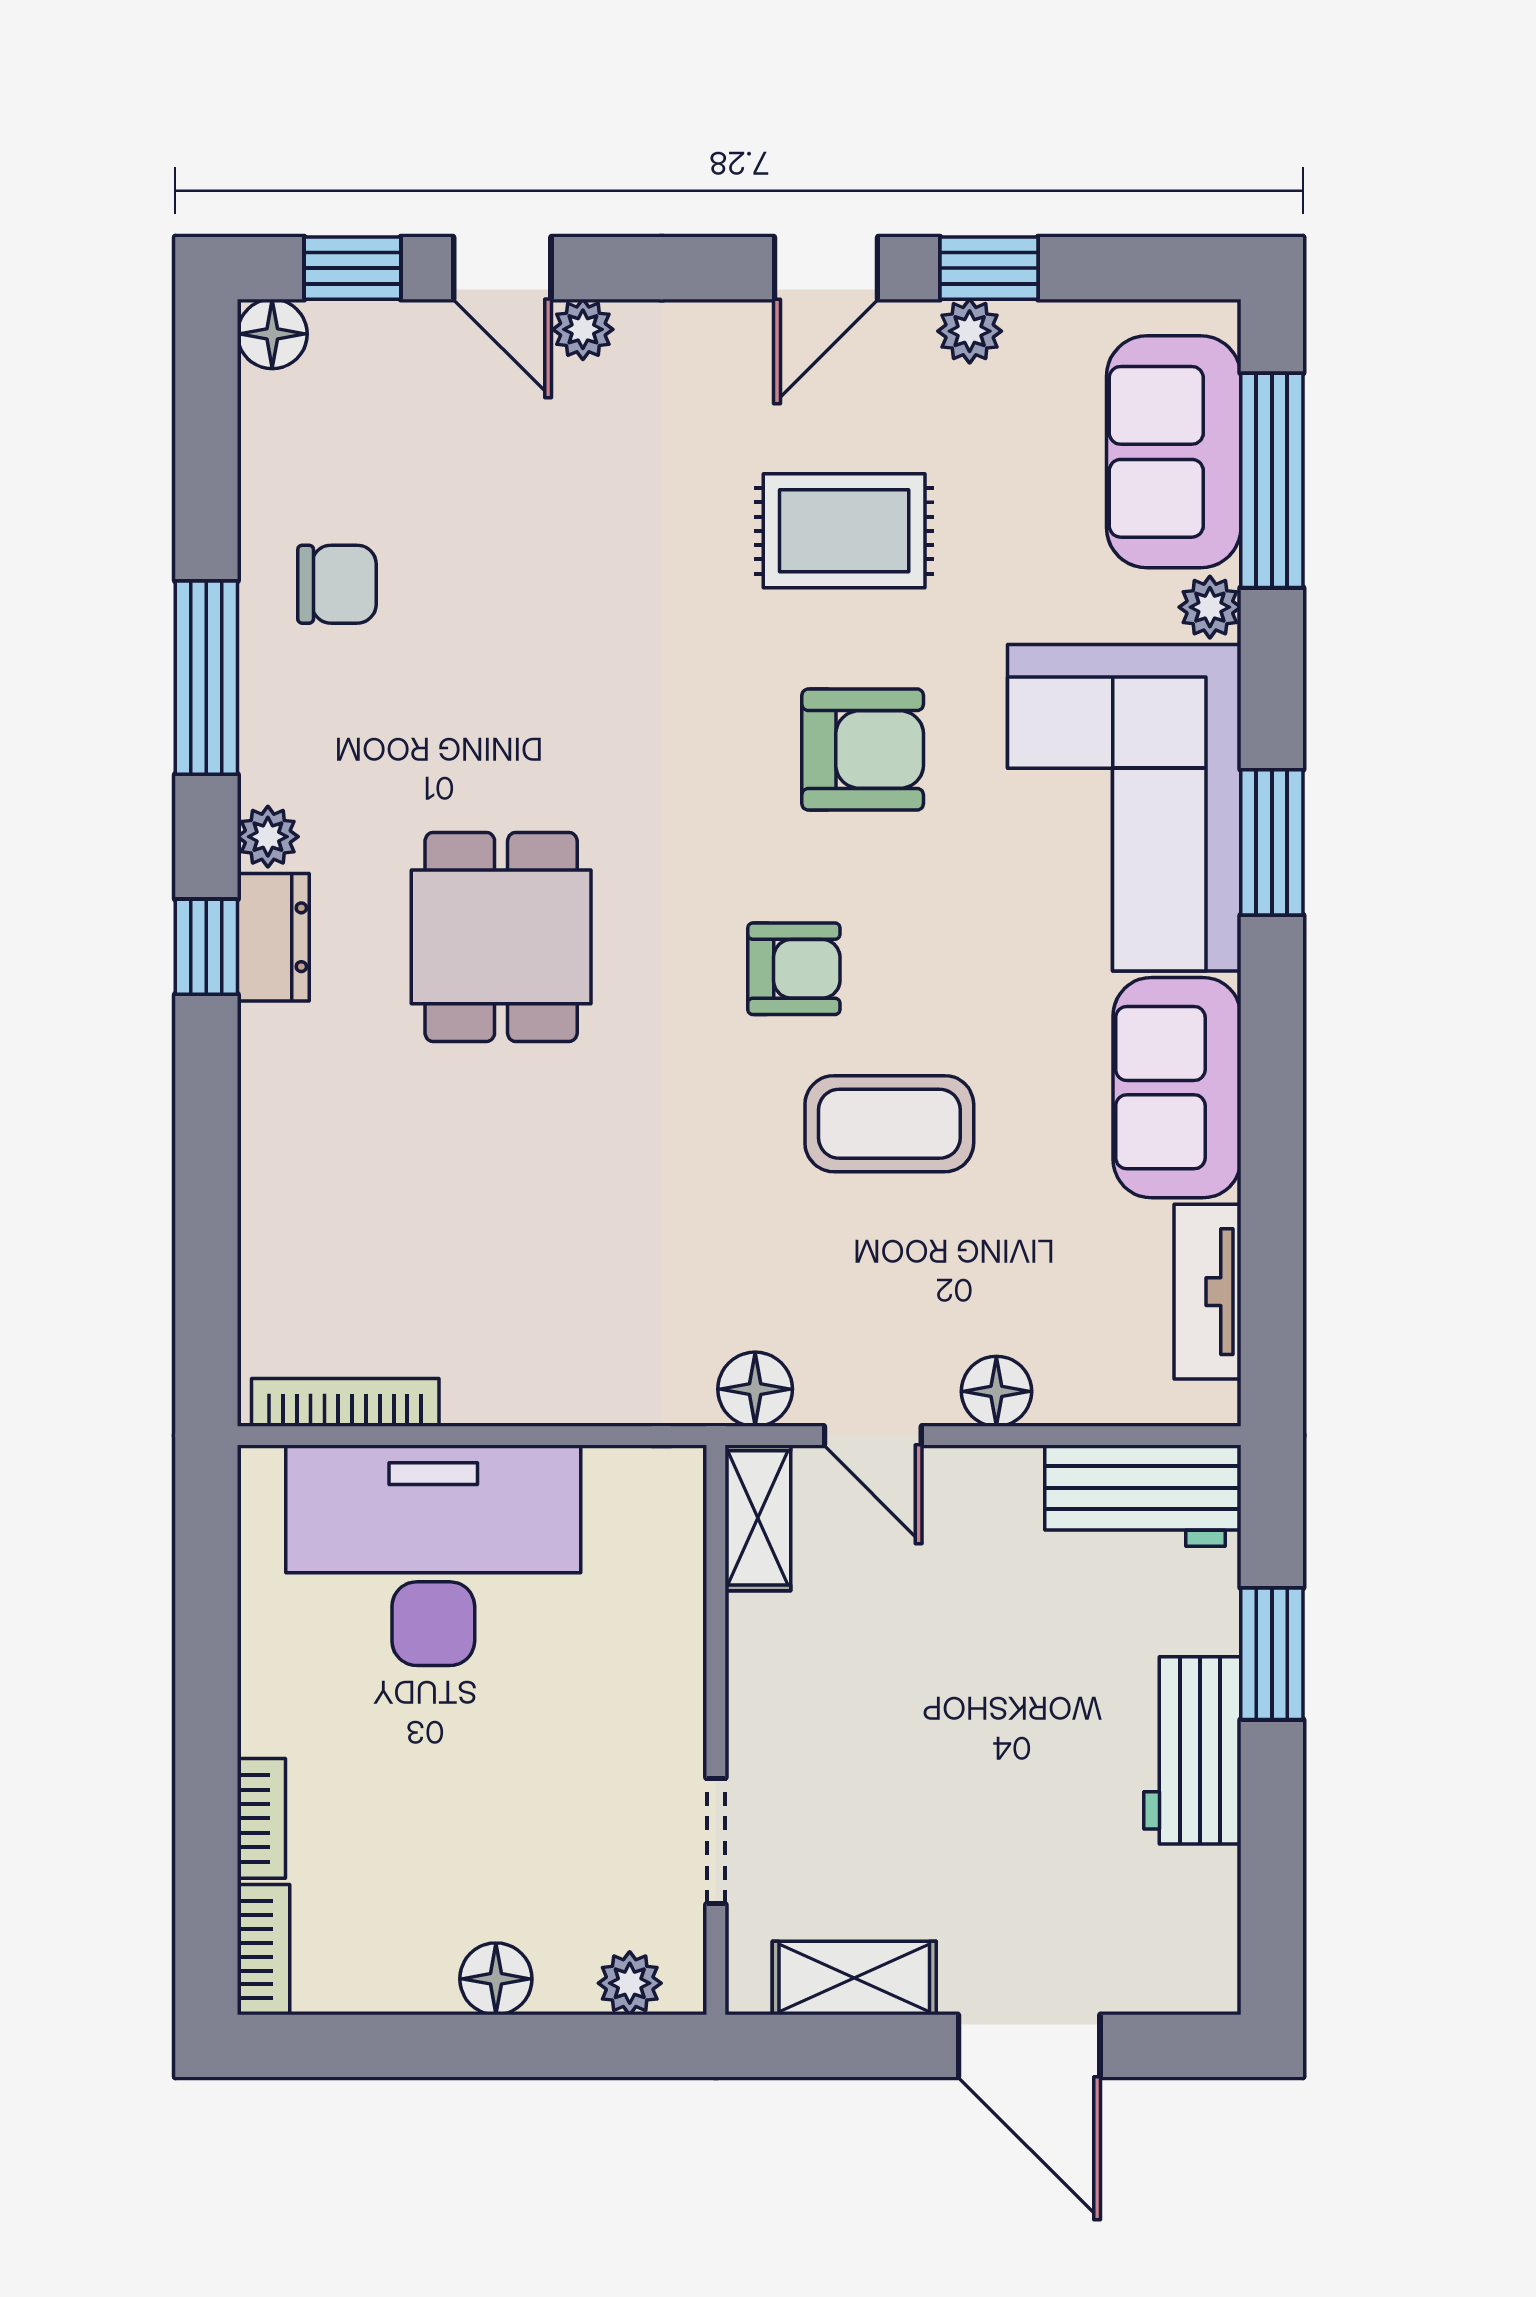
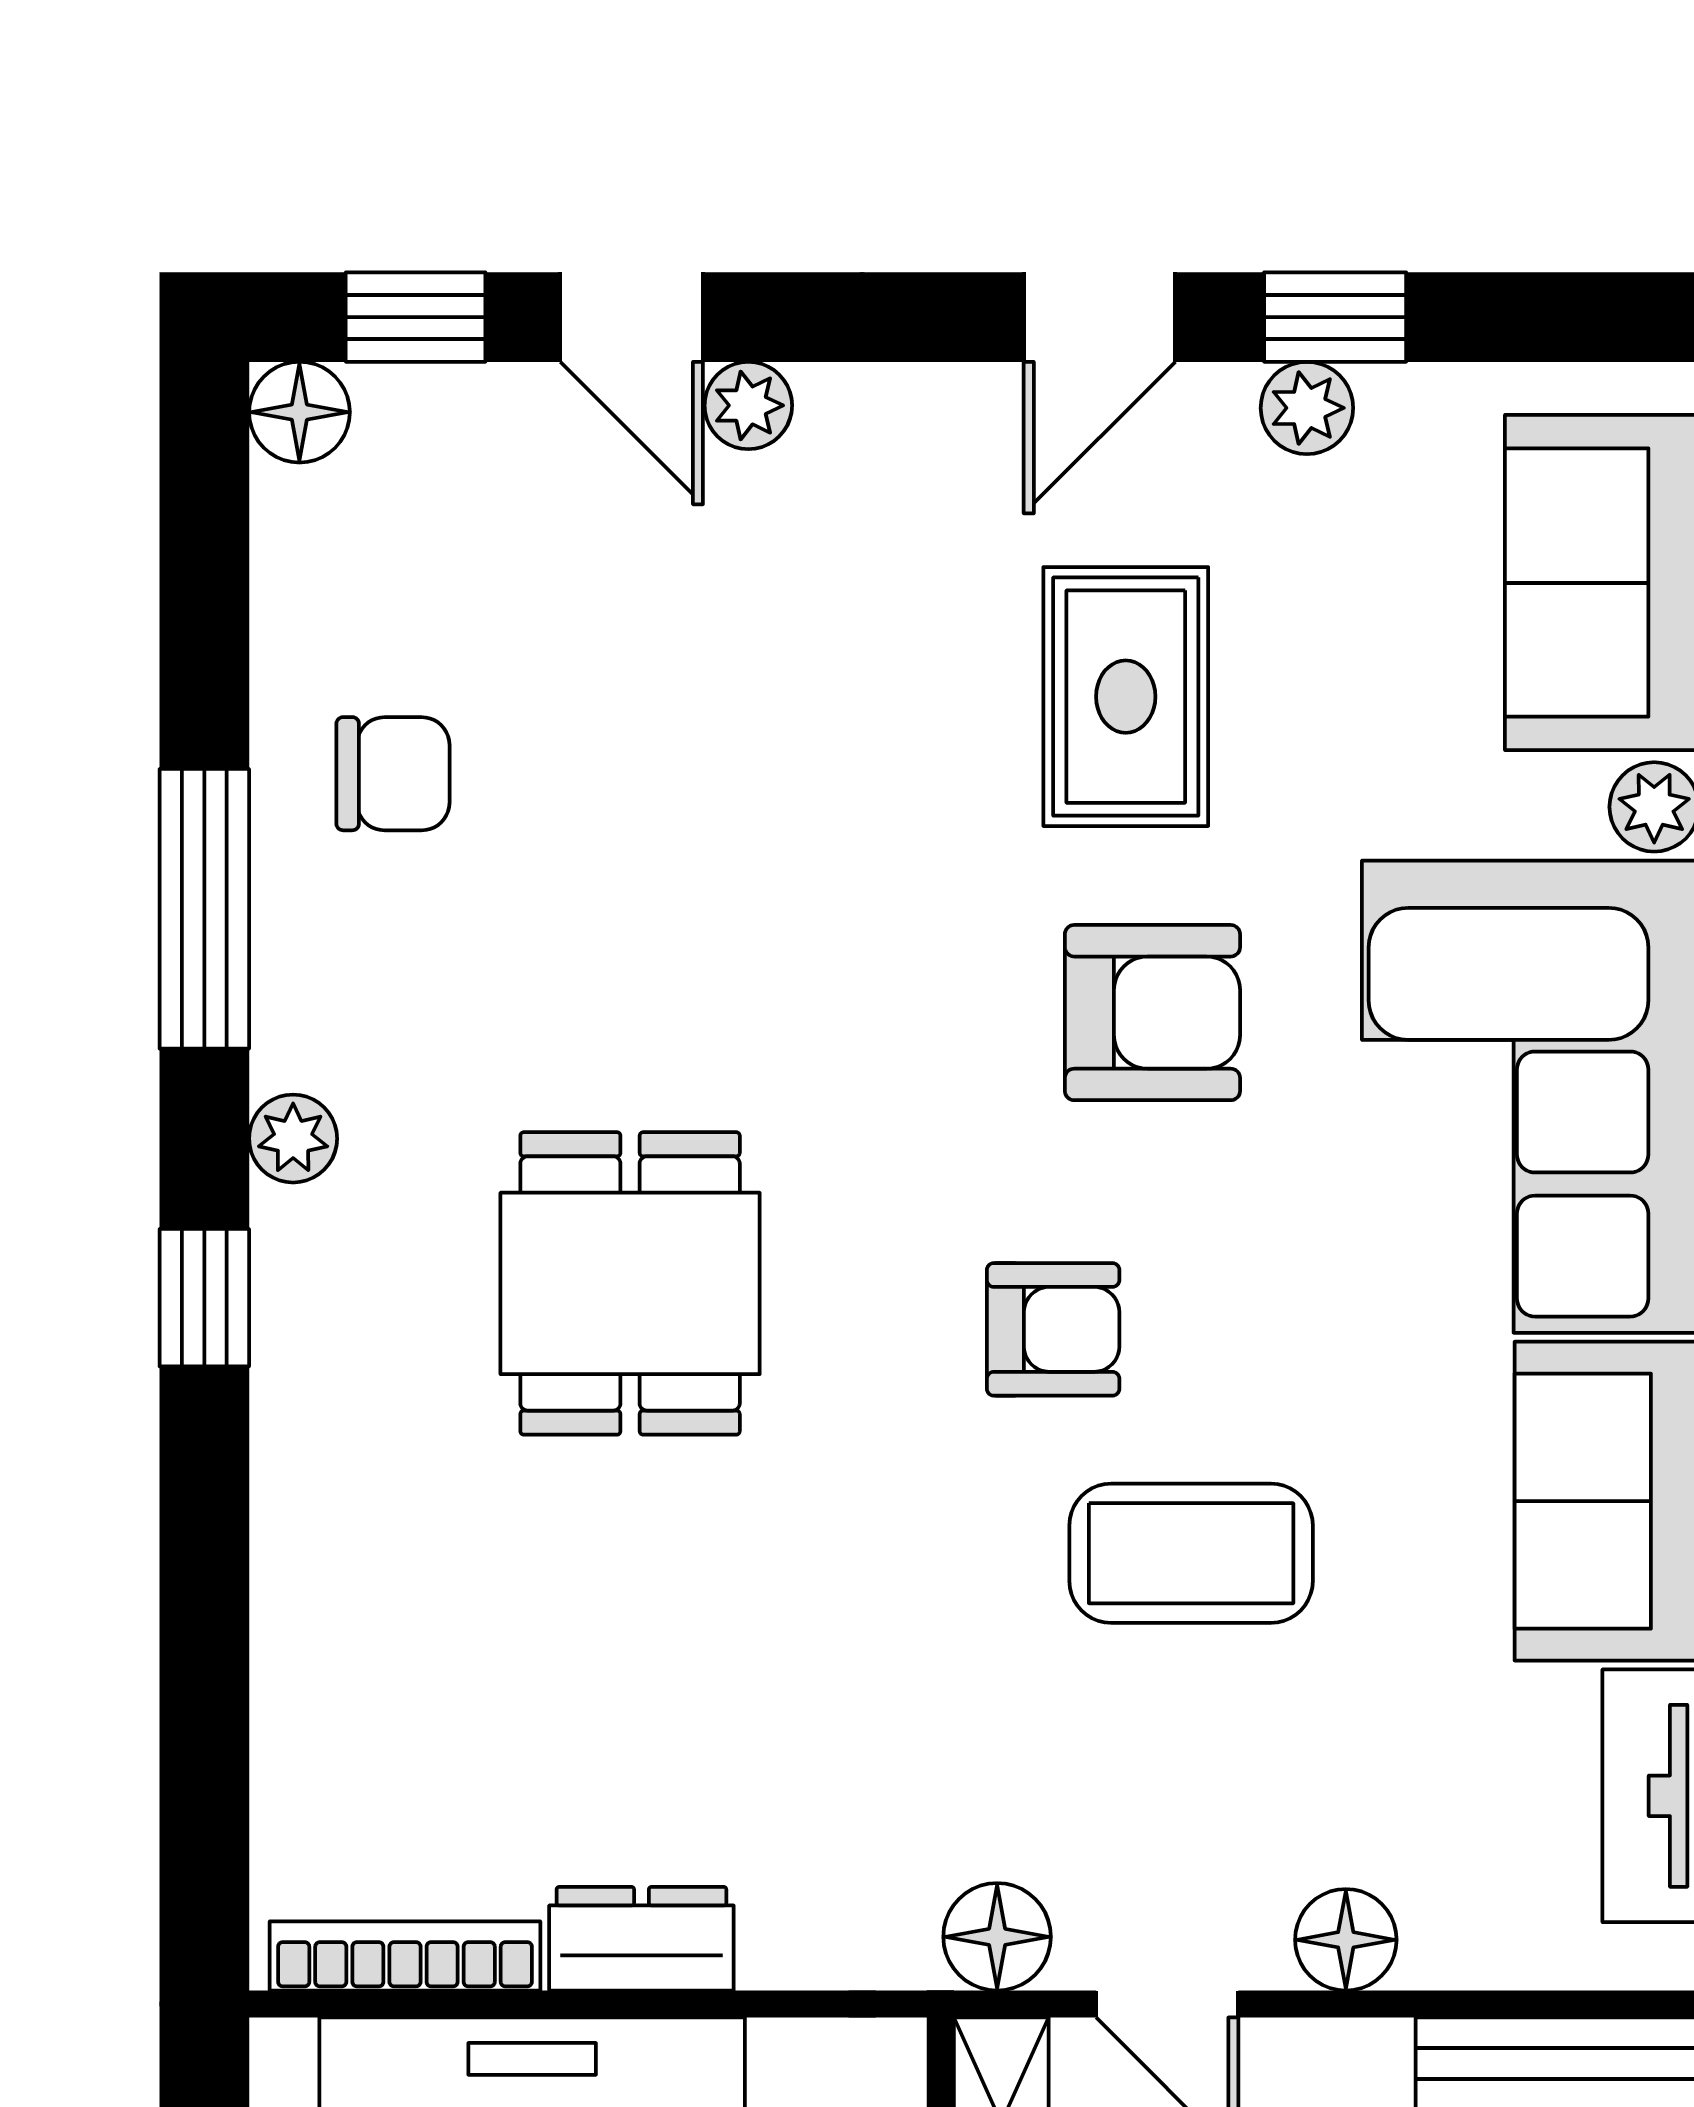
rug: (844, 531) -> (1126, 697), turned 90
dresser: (273, 937) -> (641, 1939), moved, turned -90

